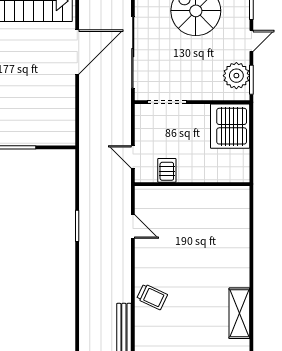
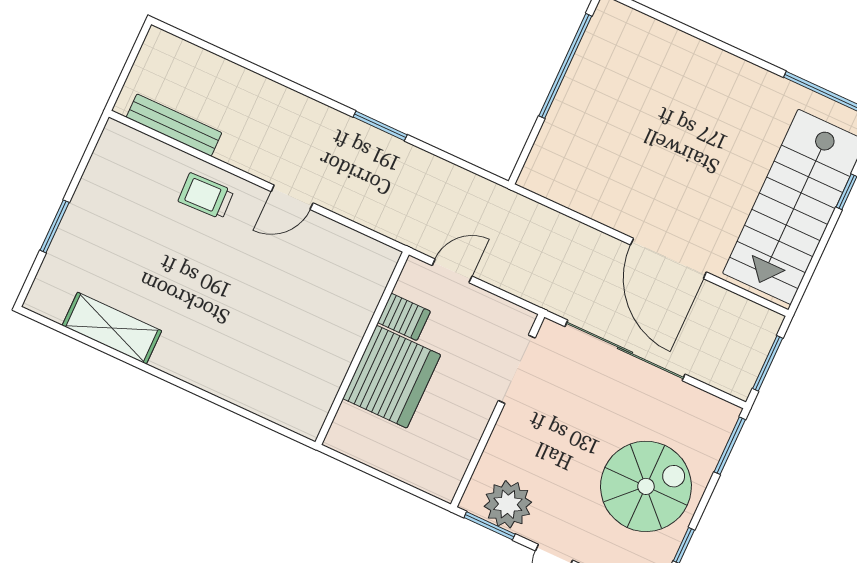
server rack: (230, 126) -> (392, 377), moved, turned 90
door: (133, 227) -> (292, 197), moved
trolley: (152, 297) -> (206, 196), turned 63

